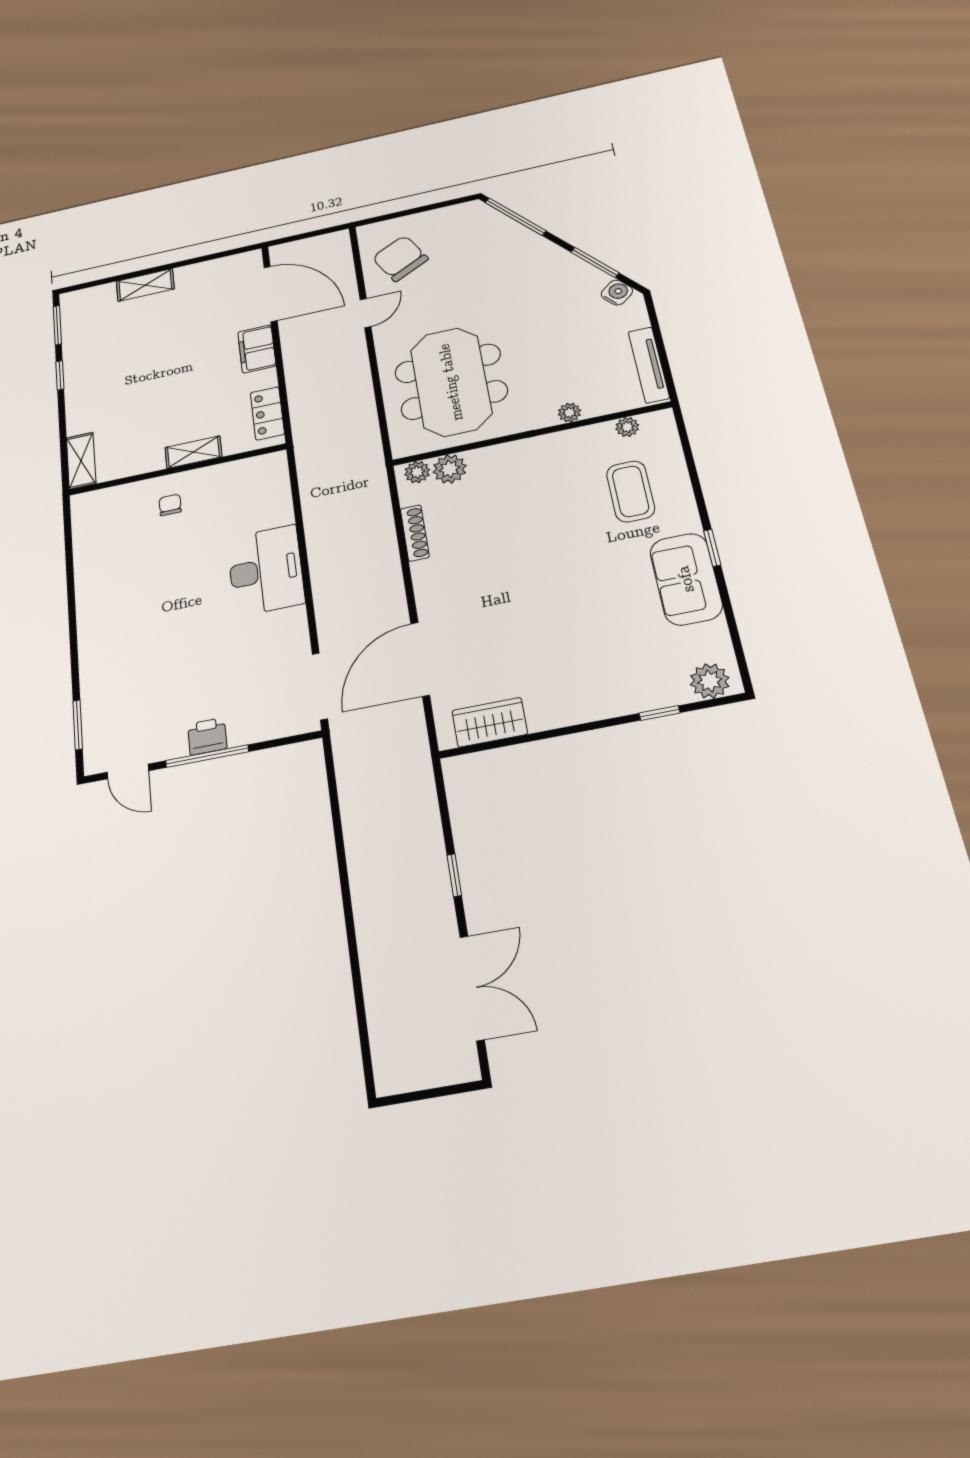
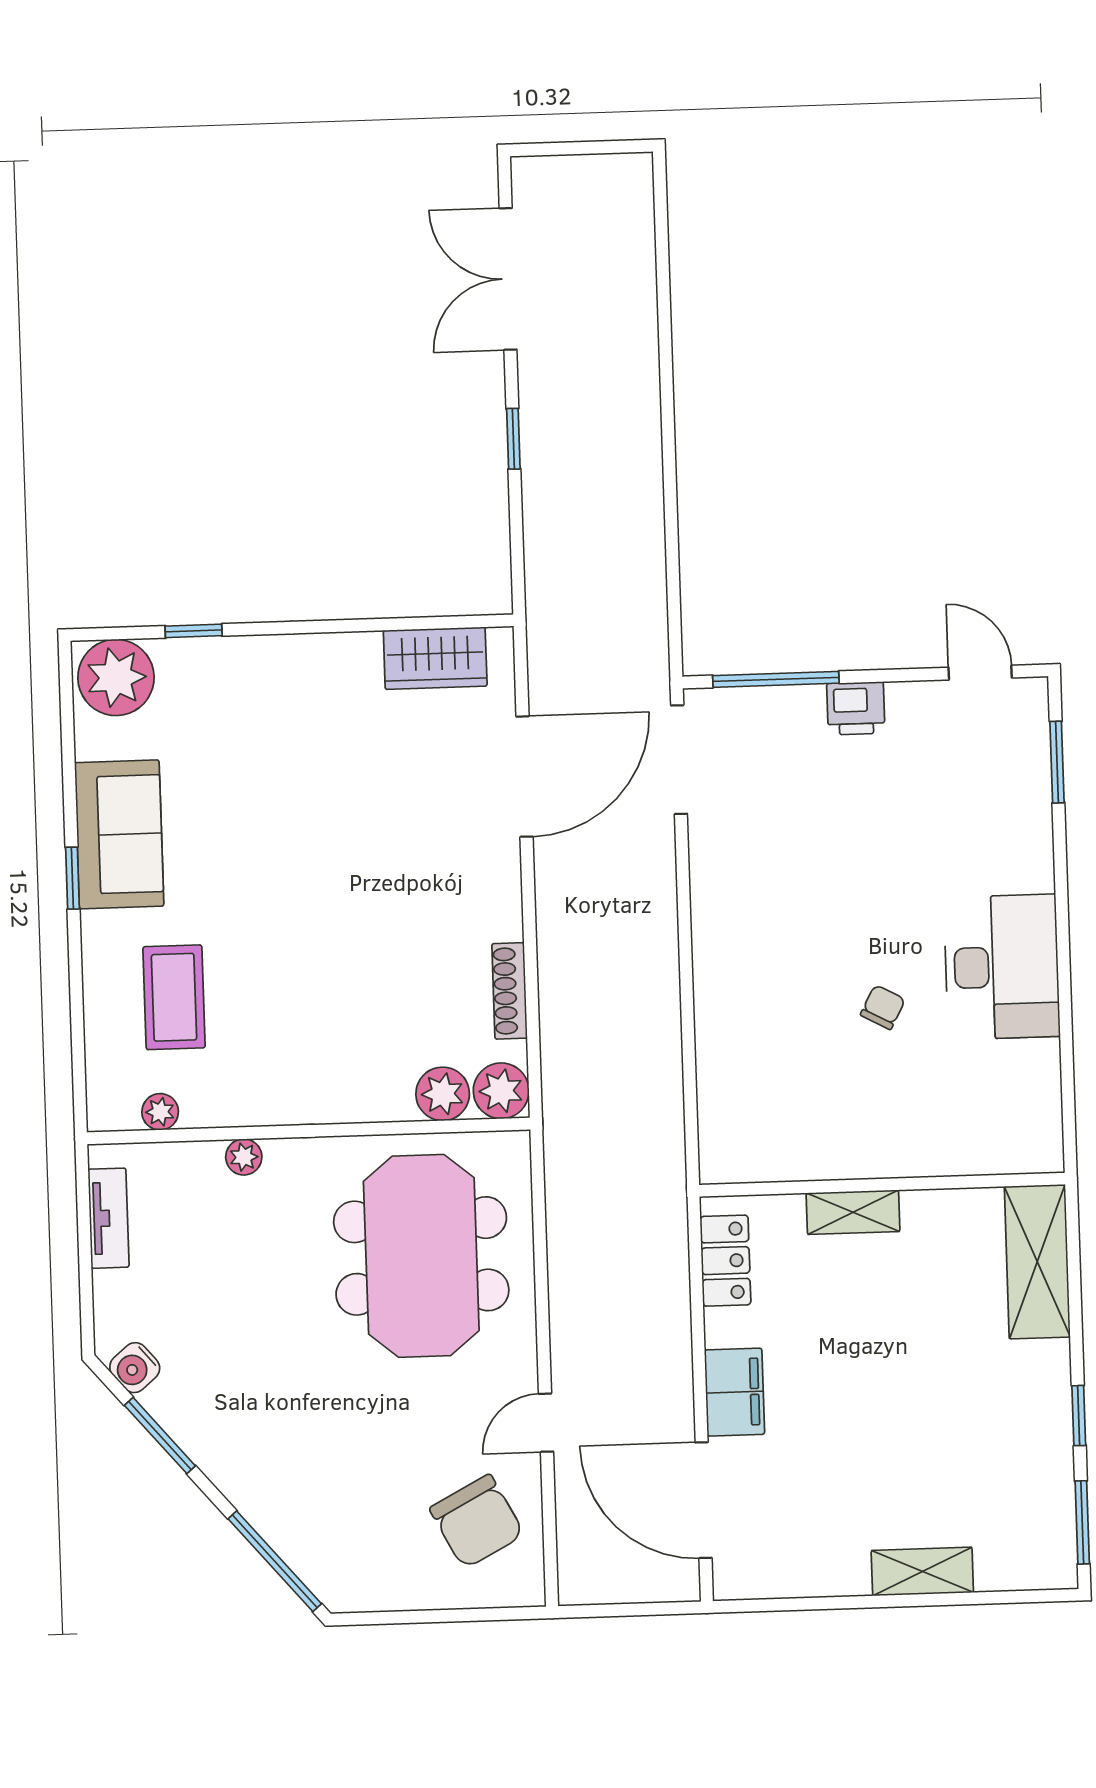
tv unit: (649, 365) -> (109, 1218), width x0.71
shelving: (81, 461) -> (1037, 1262), width x1.50, depth x1.33
plant: (417, 472) -> (501, 1091), width x1.38, depth x1.38
chair: (170, 505) -> (883, 1007), moved, turned -152
desk: (266, 570) -> (1002, 967), moved, turned 180
plant: (710, 681) -> (116, 677), width x1.36, depth x1.36
window: (207, 756) -> (776, 679), moved

